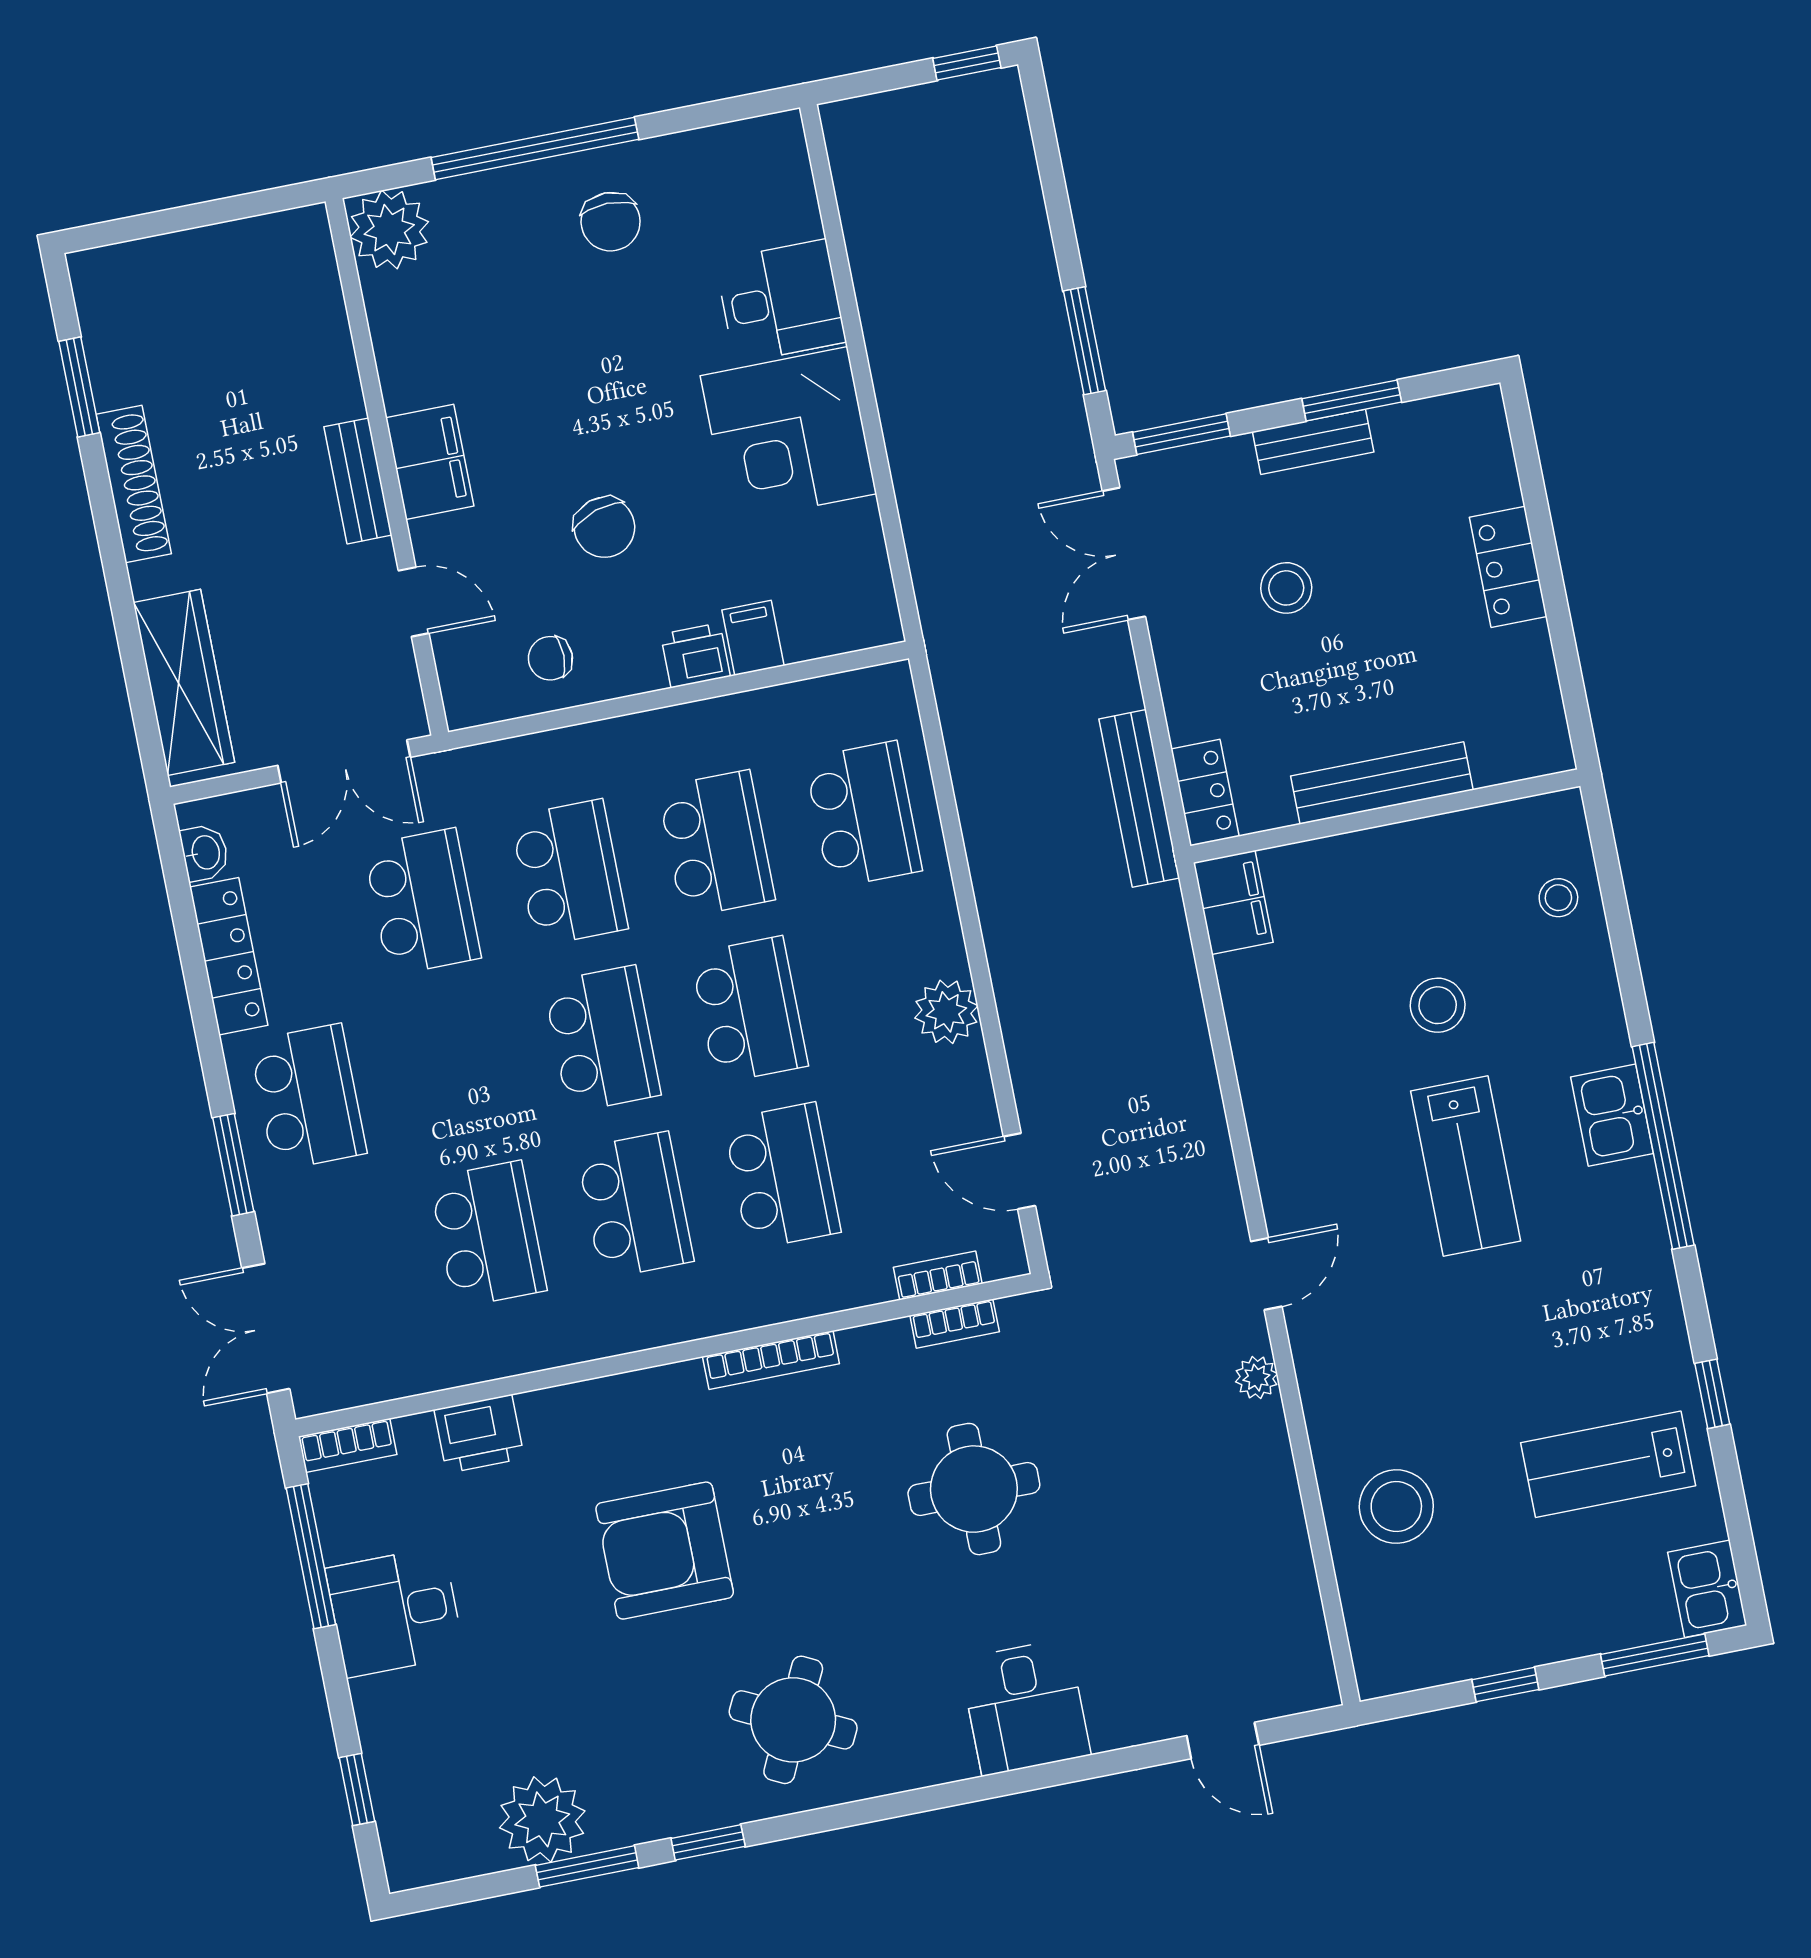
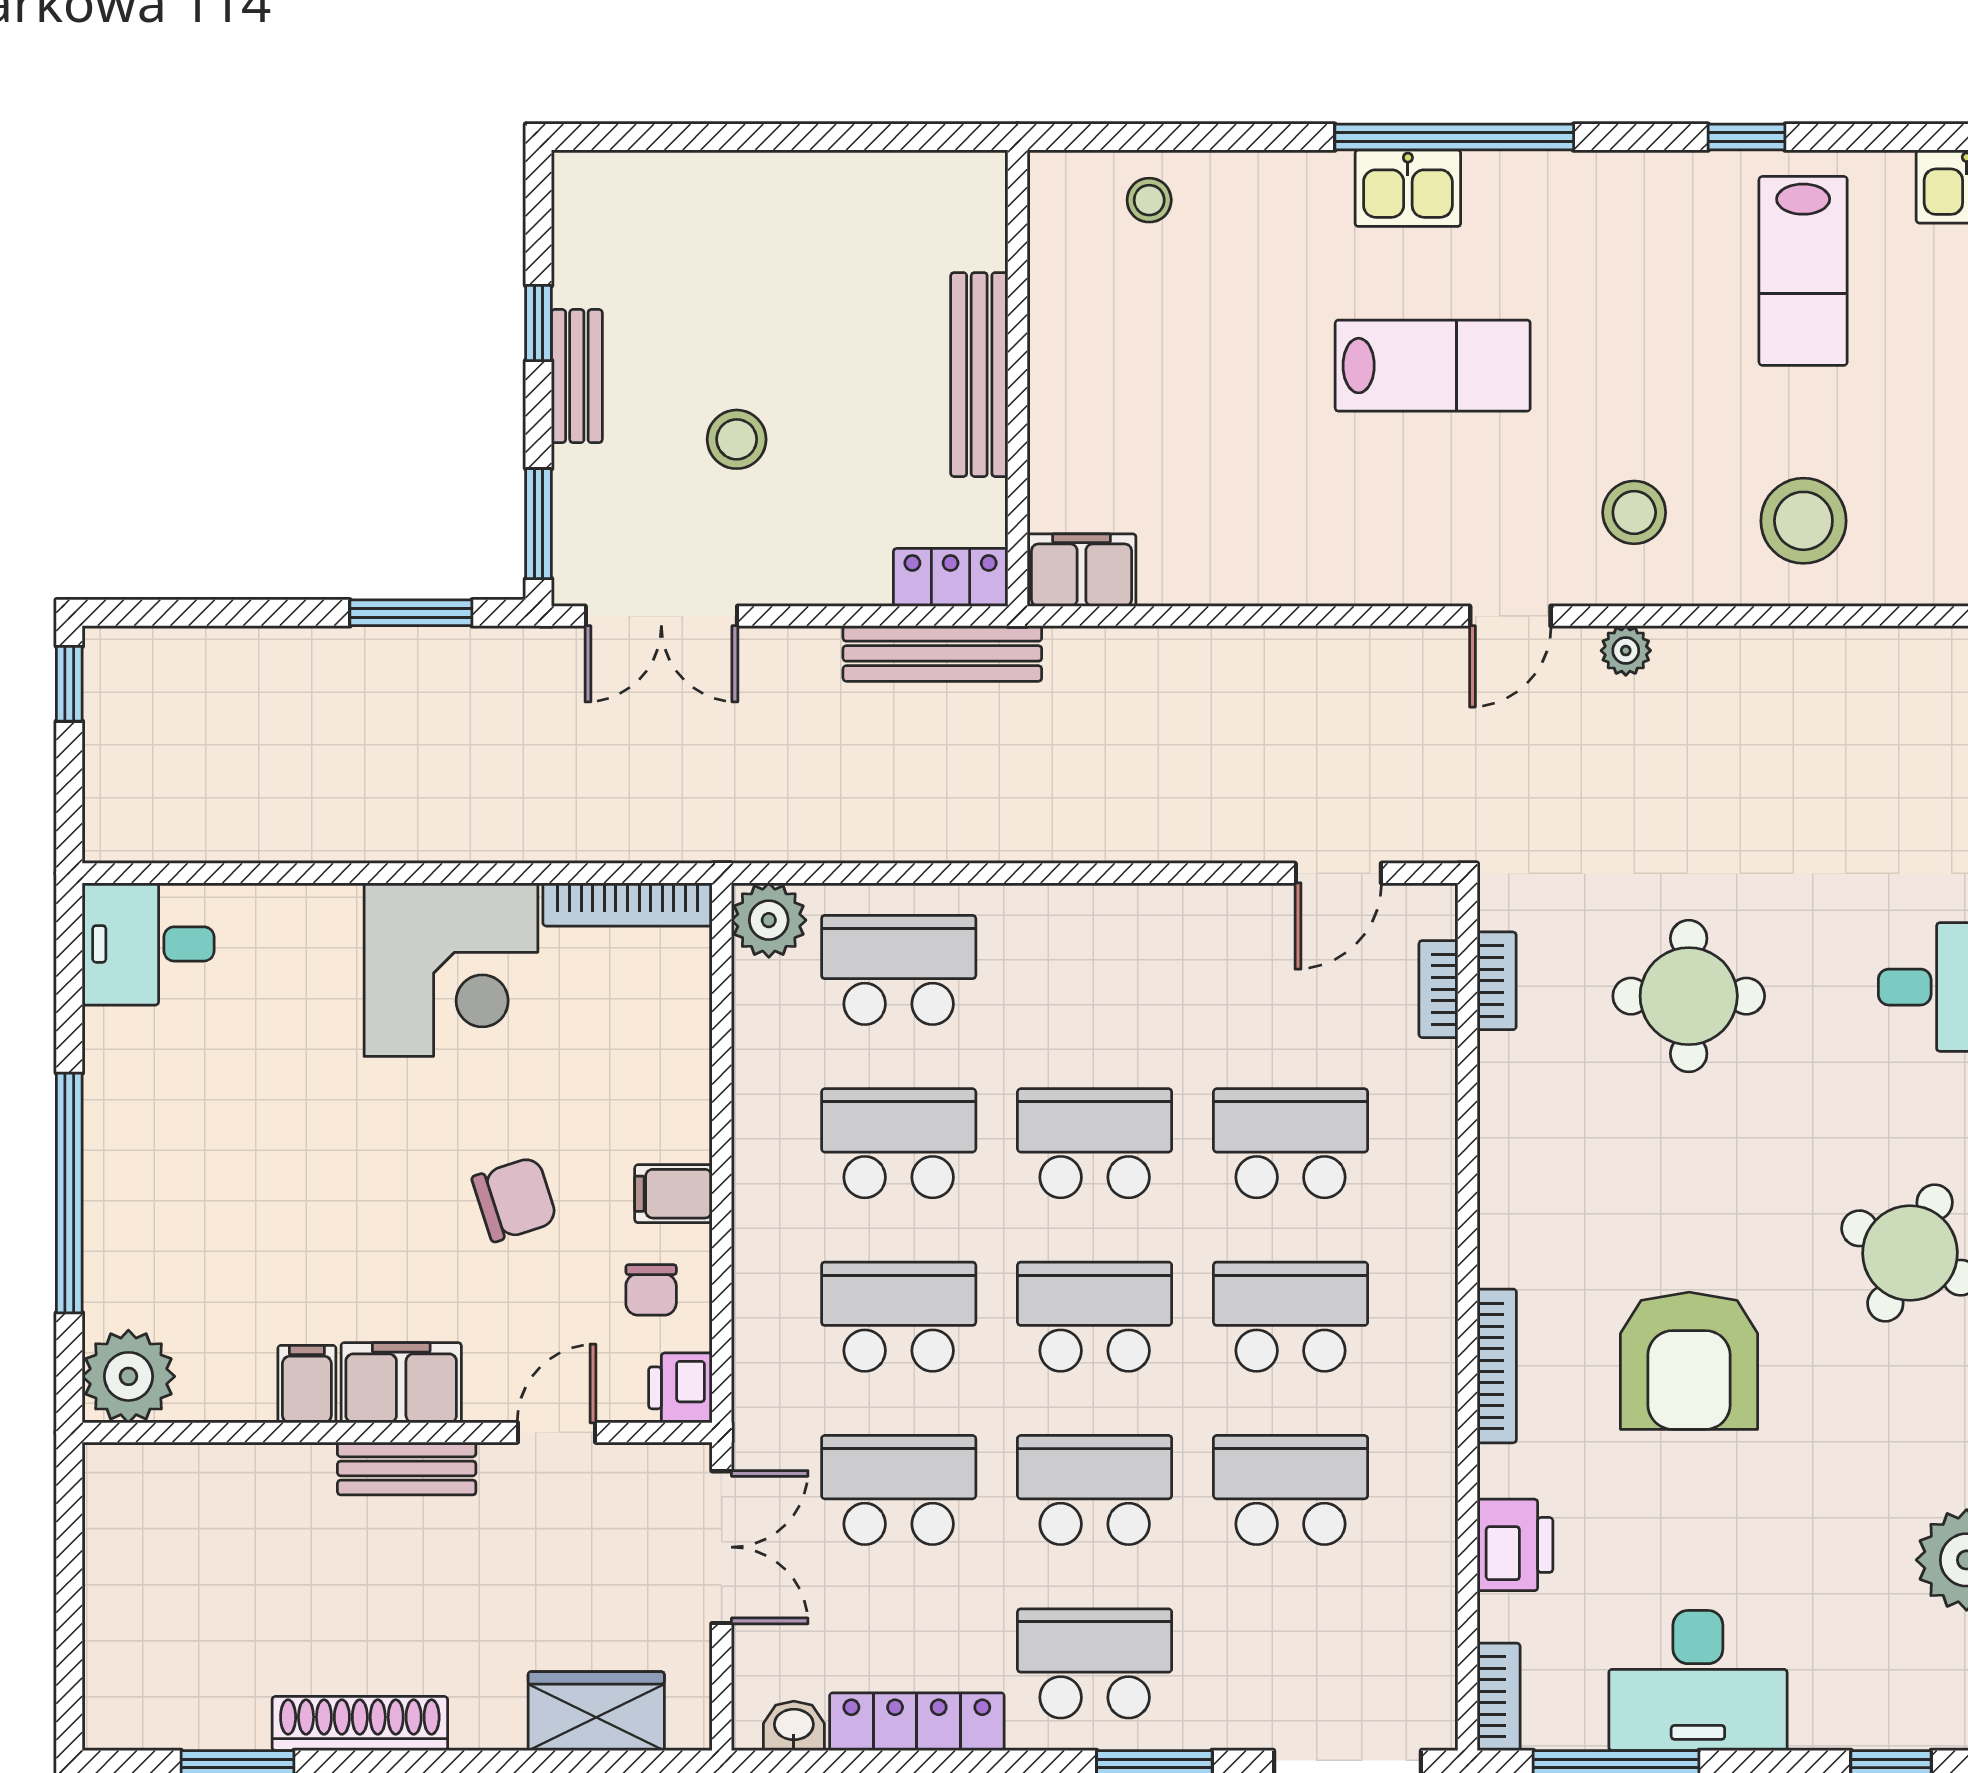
chair: (611, 222) -> (169, 1124), removed
desk: (780, 301) -> (148, 944), moved, turned -90
filing cabinet: (413, 382) -> (307, 1384), added
window: (1352, 400) -> (539, 323), width x0.67
locker: (1508, 567) -> (763, 183), removed
bookcase: (873, 574) -> (628, 904), added
filing cabinet: (753, 638) -> (673, 1194), moved
printer: (696, 655) -> (680, 1388), moved
wardrobe: (184, 682) -> (596, 1711), width x0.67
stool: (1438, 1005) -> (1634, 512), moved
plant: (946, 1012) -> (769, 920), moved
school desk: (455, 1068) -> (1095, 1490), added
door: (1266, 1274) -> (1510, 616), swing flipped
bookcase: (771, 1360) -> (1497, 1366), moved
desk: (395, 1612) -> (1698, 1681), width x1.37

